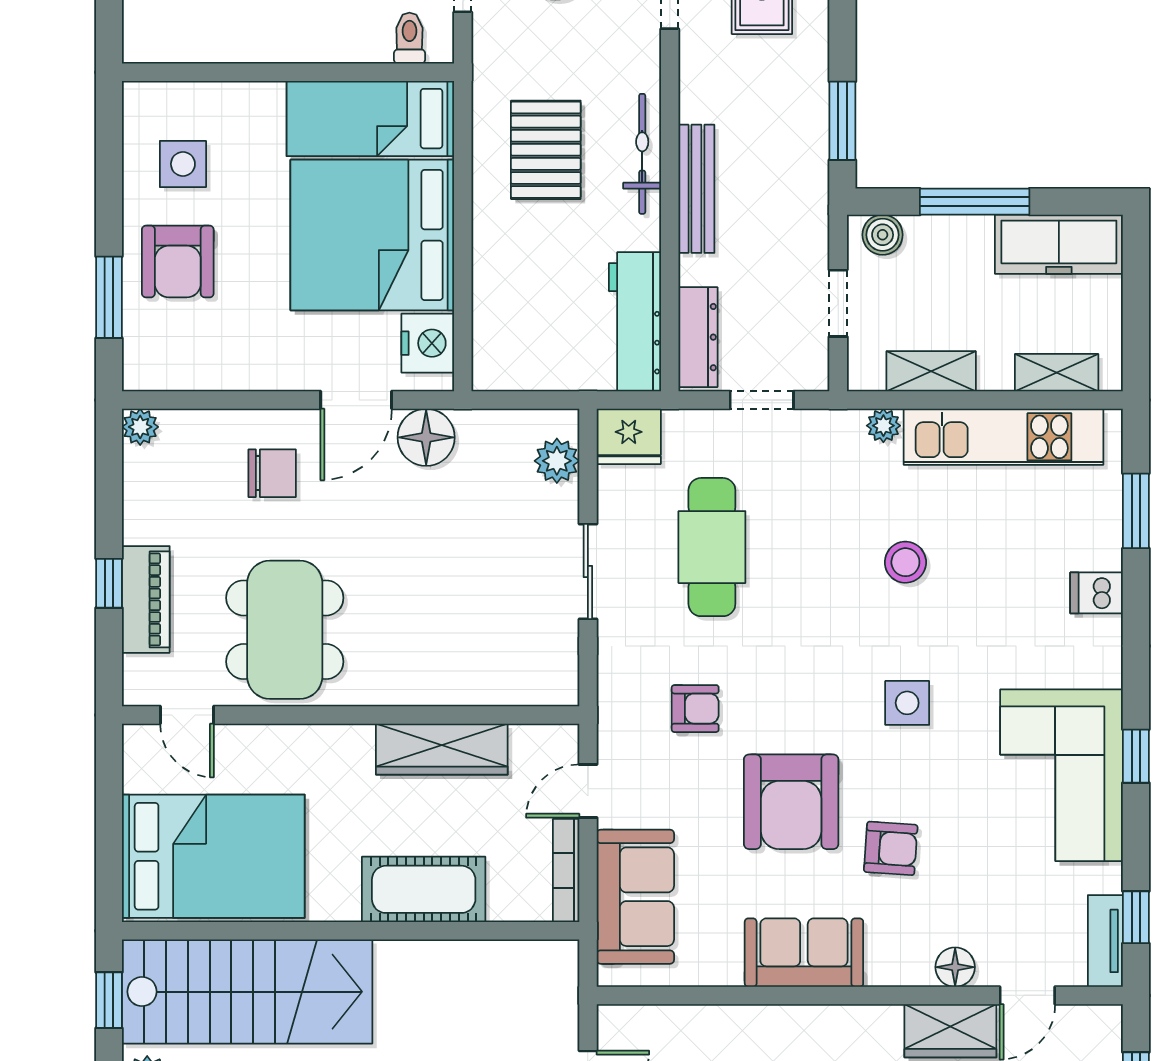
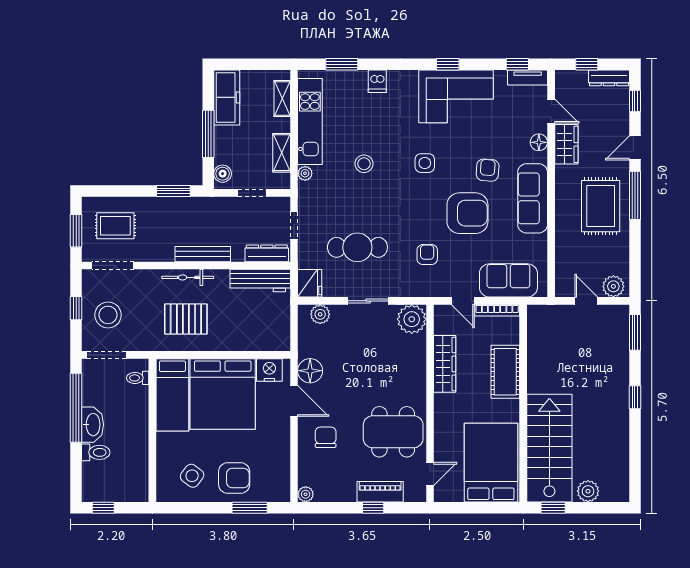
side table: (183, 164) -> (192, 476), turned 37
plant: (546, 673) -> (412, 319), added
sofa: (804, 953) -> (533, 198), width x1.36

